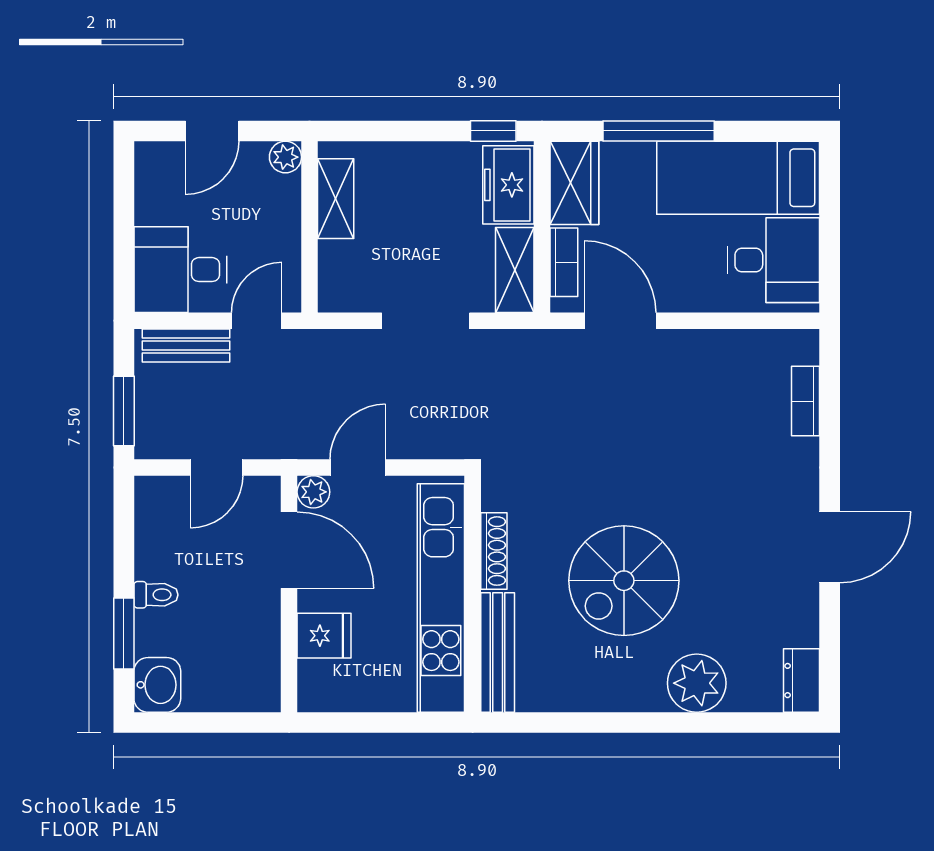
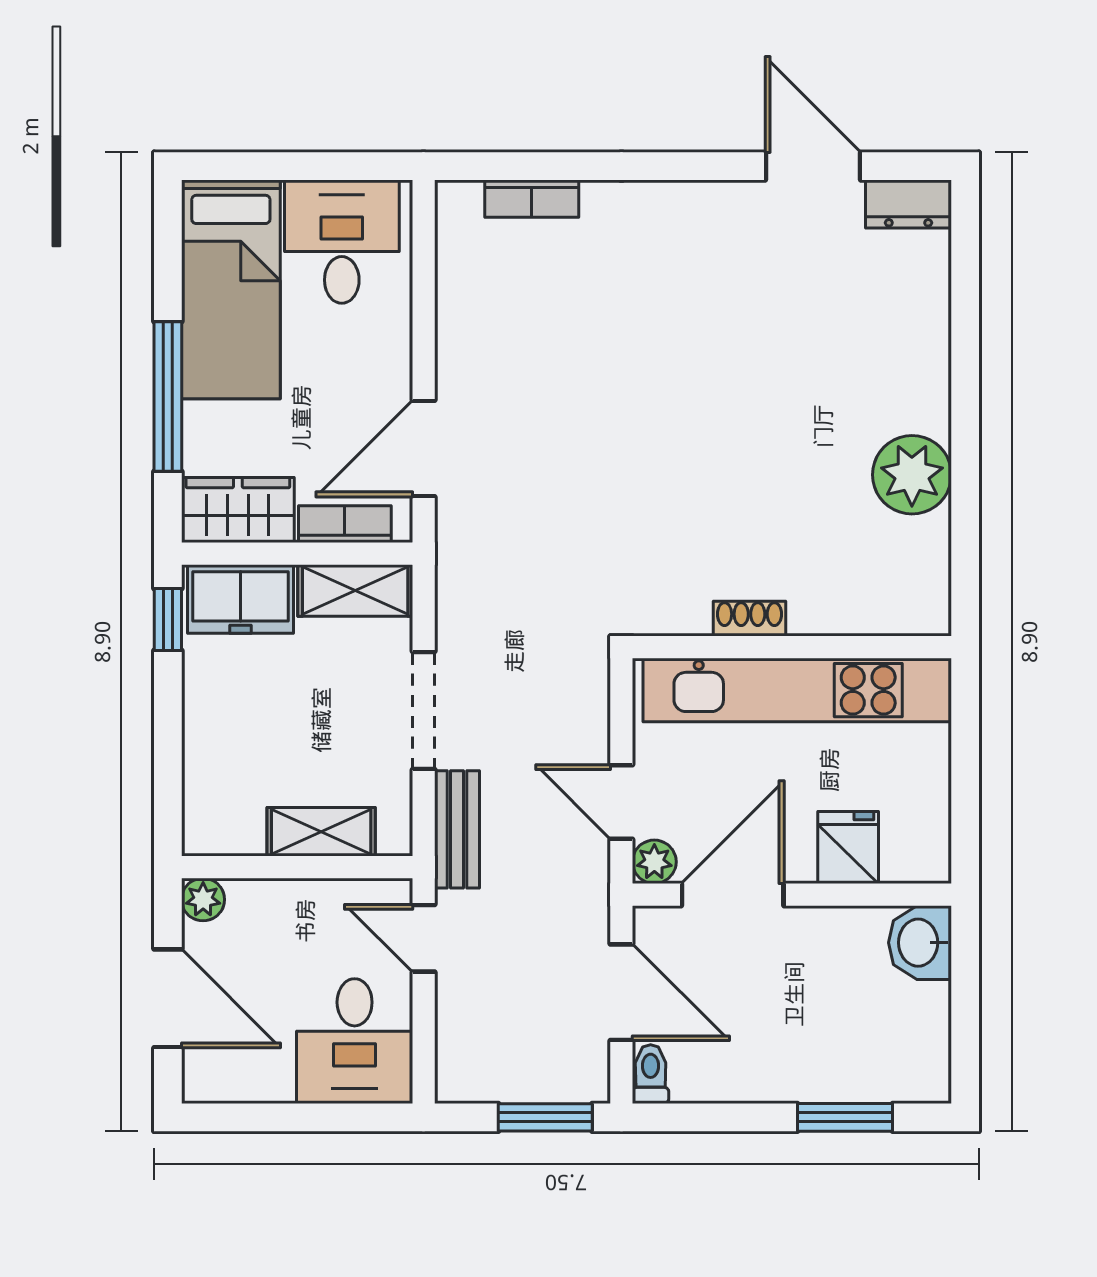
door: (212, 131) -> (168, 998), width x1.38
shelving: (336, 199) -> (321, 832), moved
bench: (186, 346) -> (457, 829), moved
door: (217, 468) -> (621, 992), width x1.38
door: (830, 547) -> (813, 166), moved
shoe rack: (494, 551) -> (749, 619), width x0.70
spiral stairs: (624, 581) -> (774, 443), removed
toilet: (156, 595) -> (651, 1074), moved
bench: (498, 652) -> (871, 614), removed
plant: (697, 683) -> (912, 475), moved
washbasin: (157, 685) -> (920, 943), moved, turned -90

